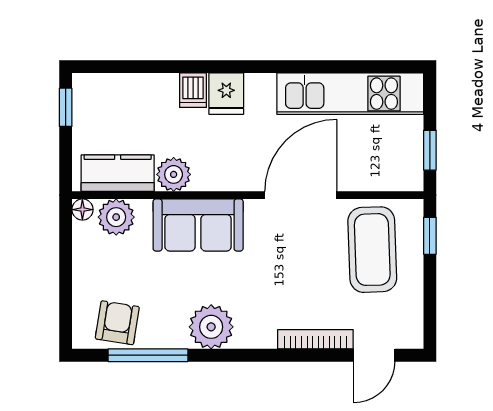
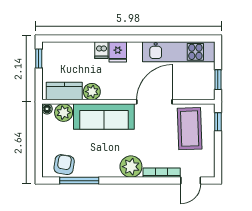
sofa: (198, 225) -> (104, 116), width x1.36
plant: (211, 327) -> (131, 167), moved

